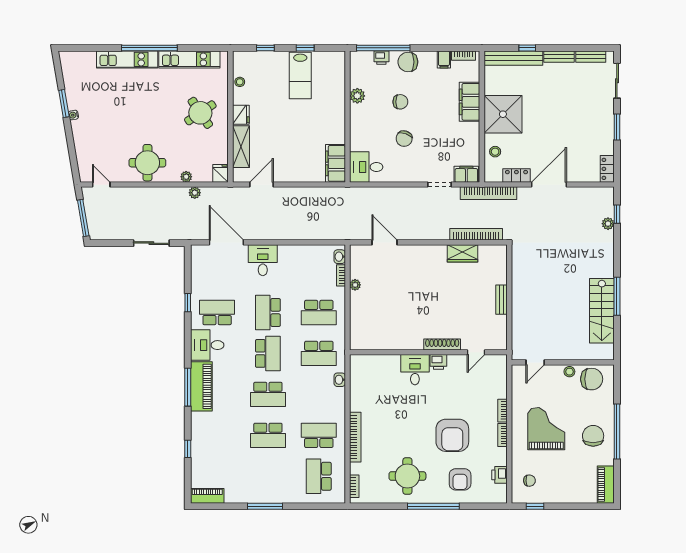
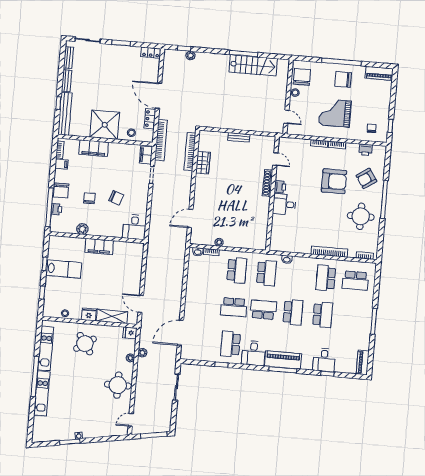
filing cabinet: (335, 163) -> (99, 246), moved
desk: (263, 260) -> (324, 360), moved, turned -90
armchair: (460, 479) -> (366, 178), turned 146

